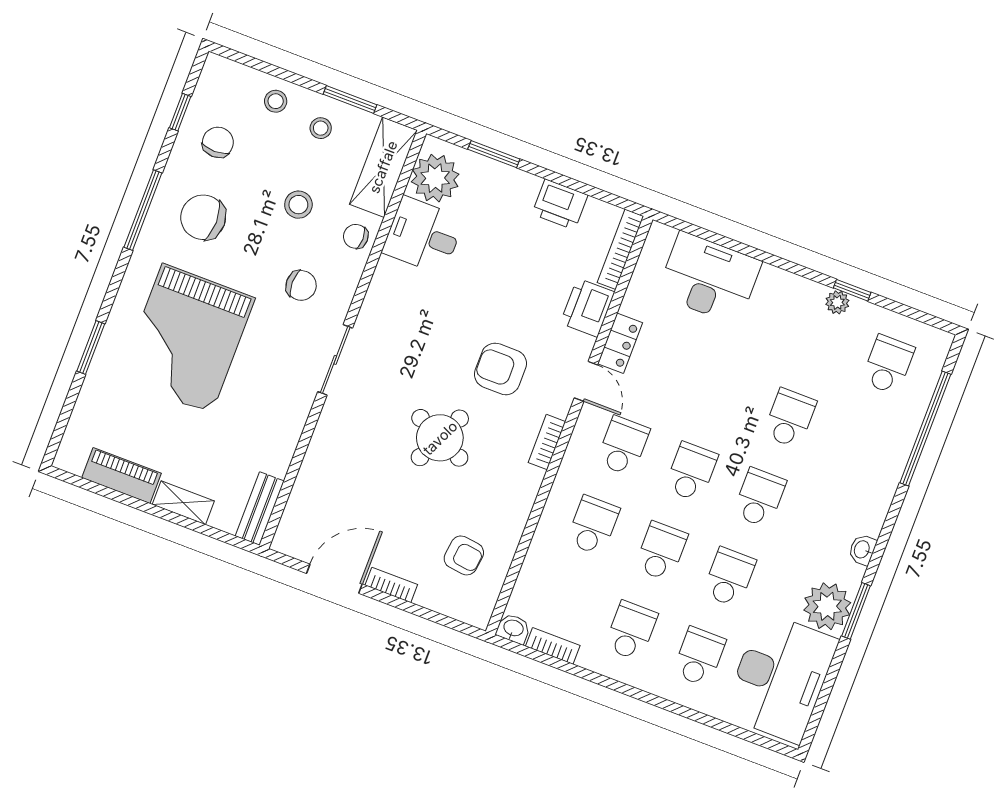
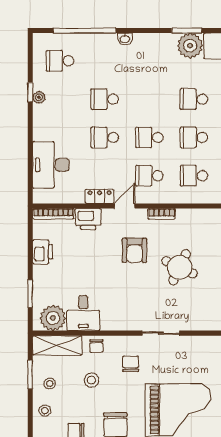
school desk: (759, 498) -> (105, 137), moved
washbasin: (862, 550) -> (125, 39), moved

